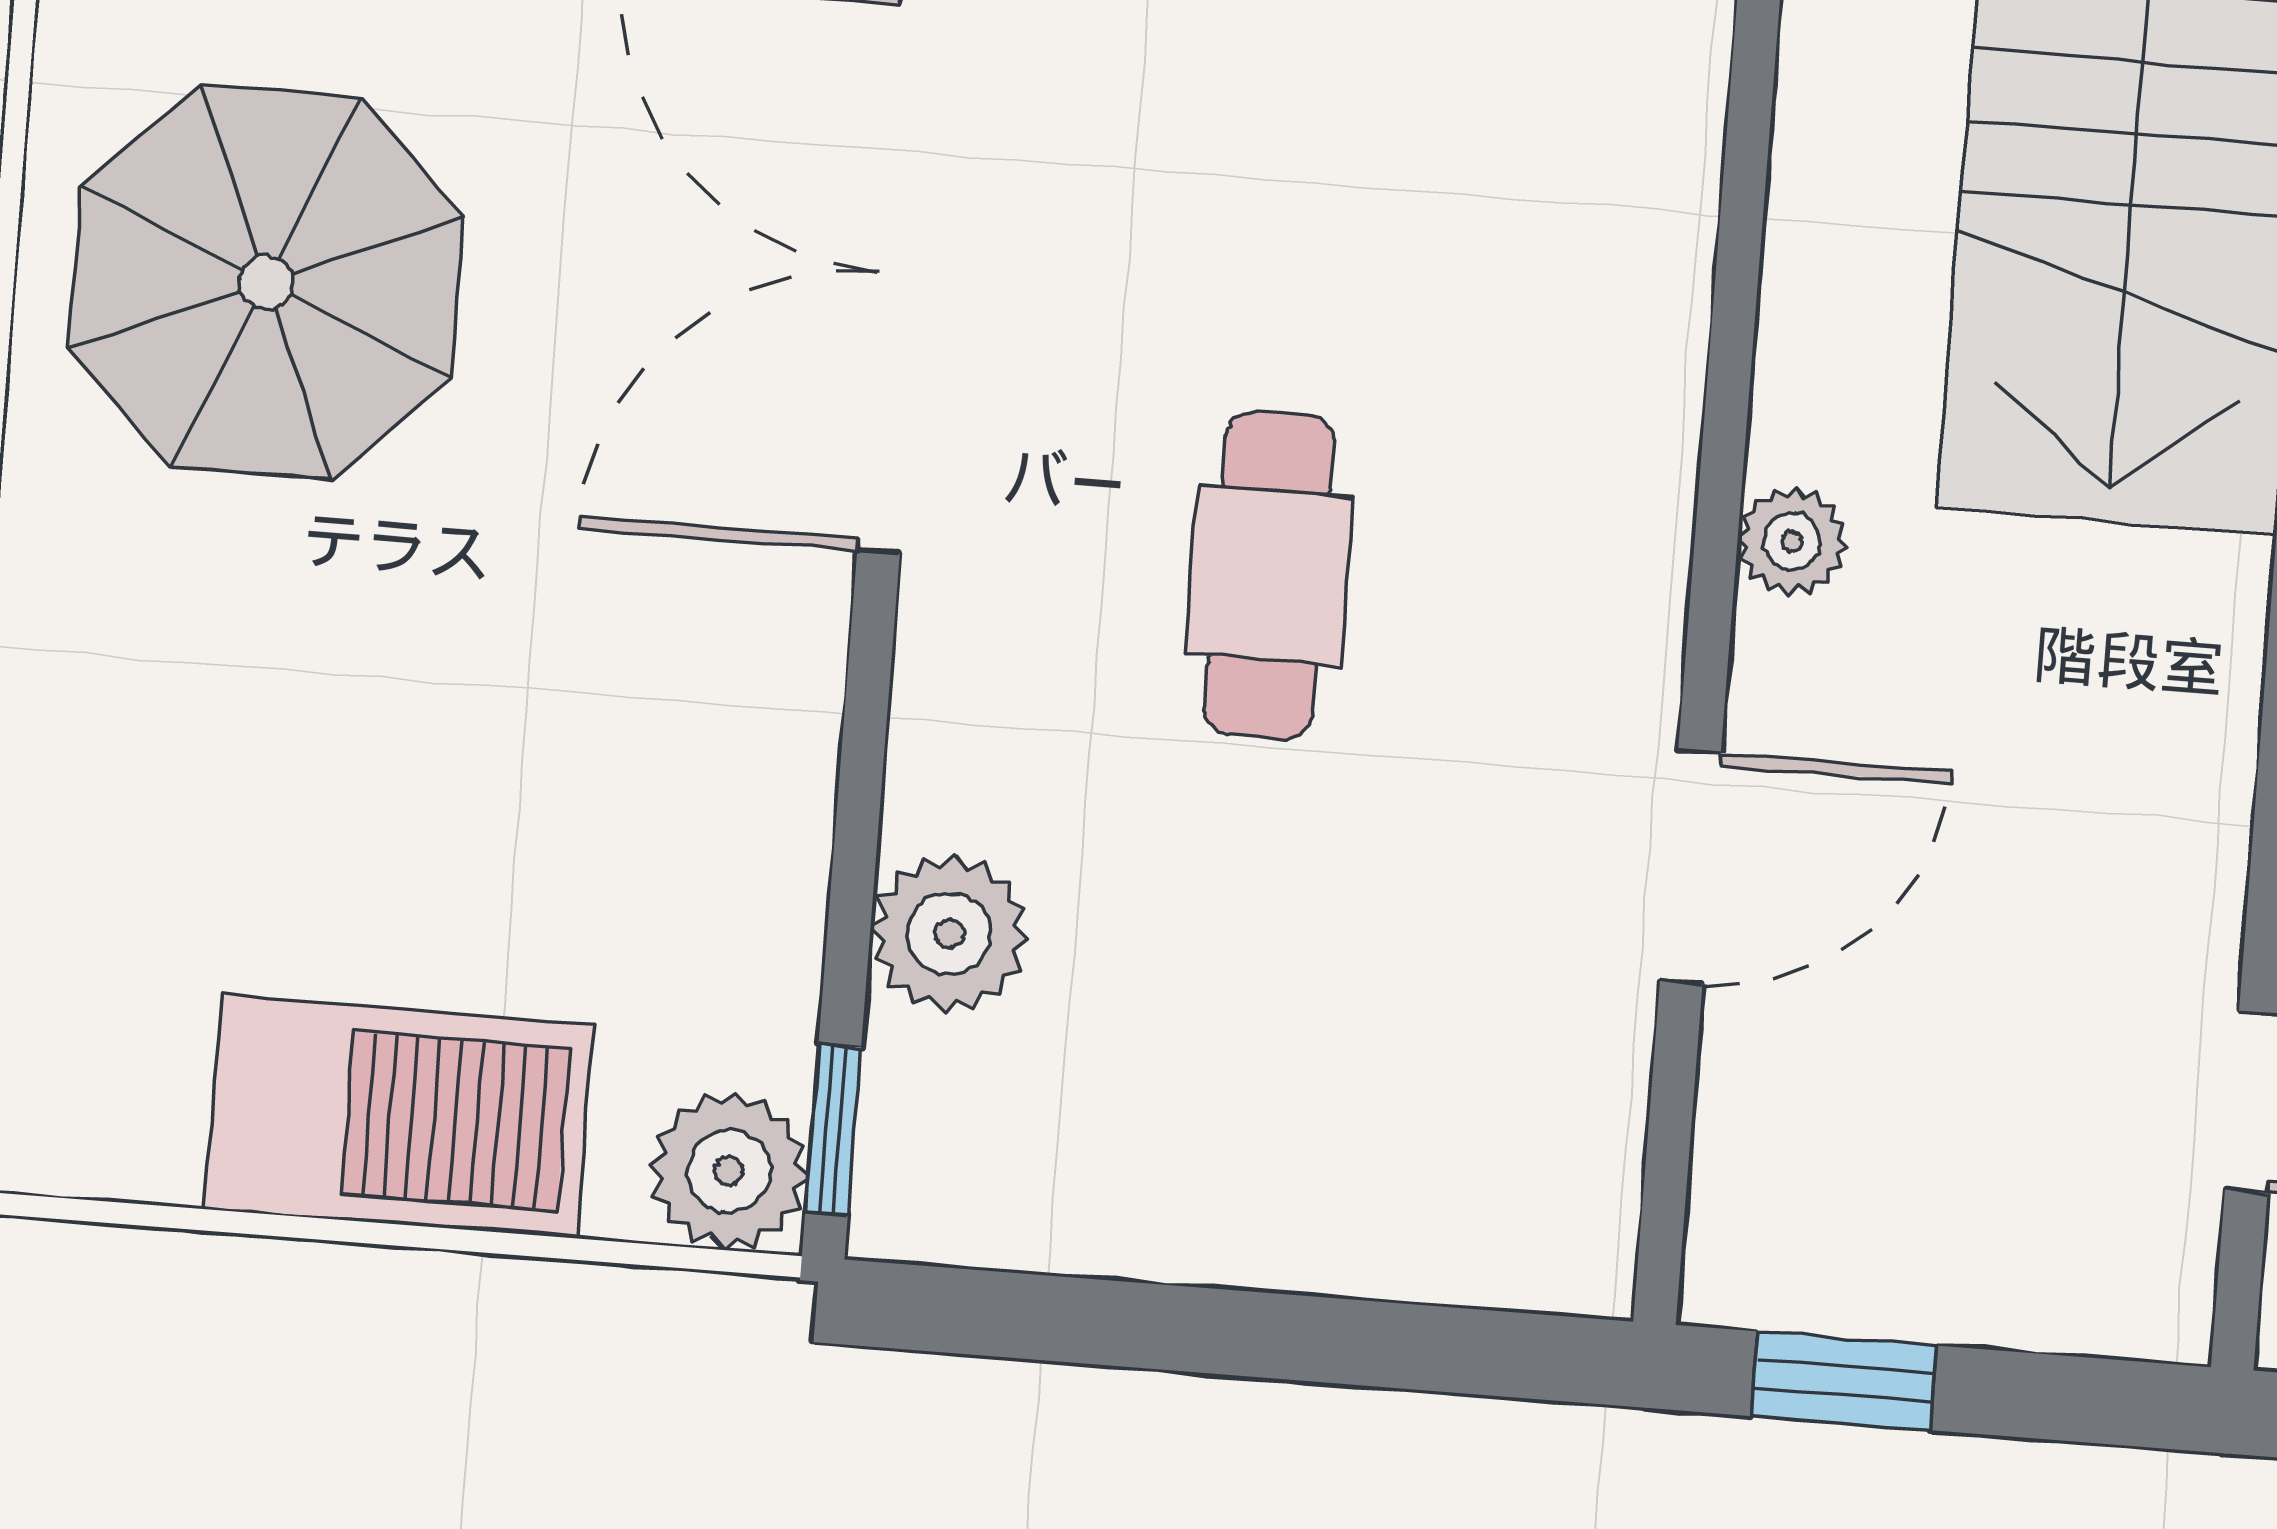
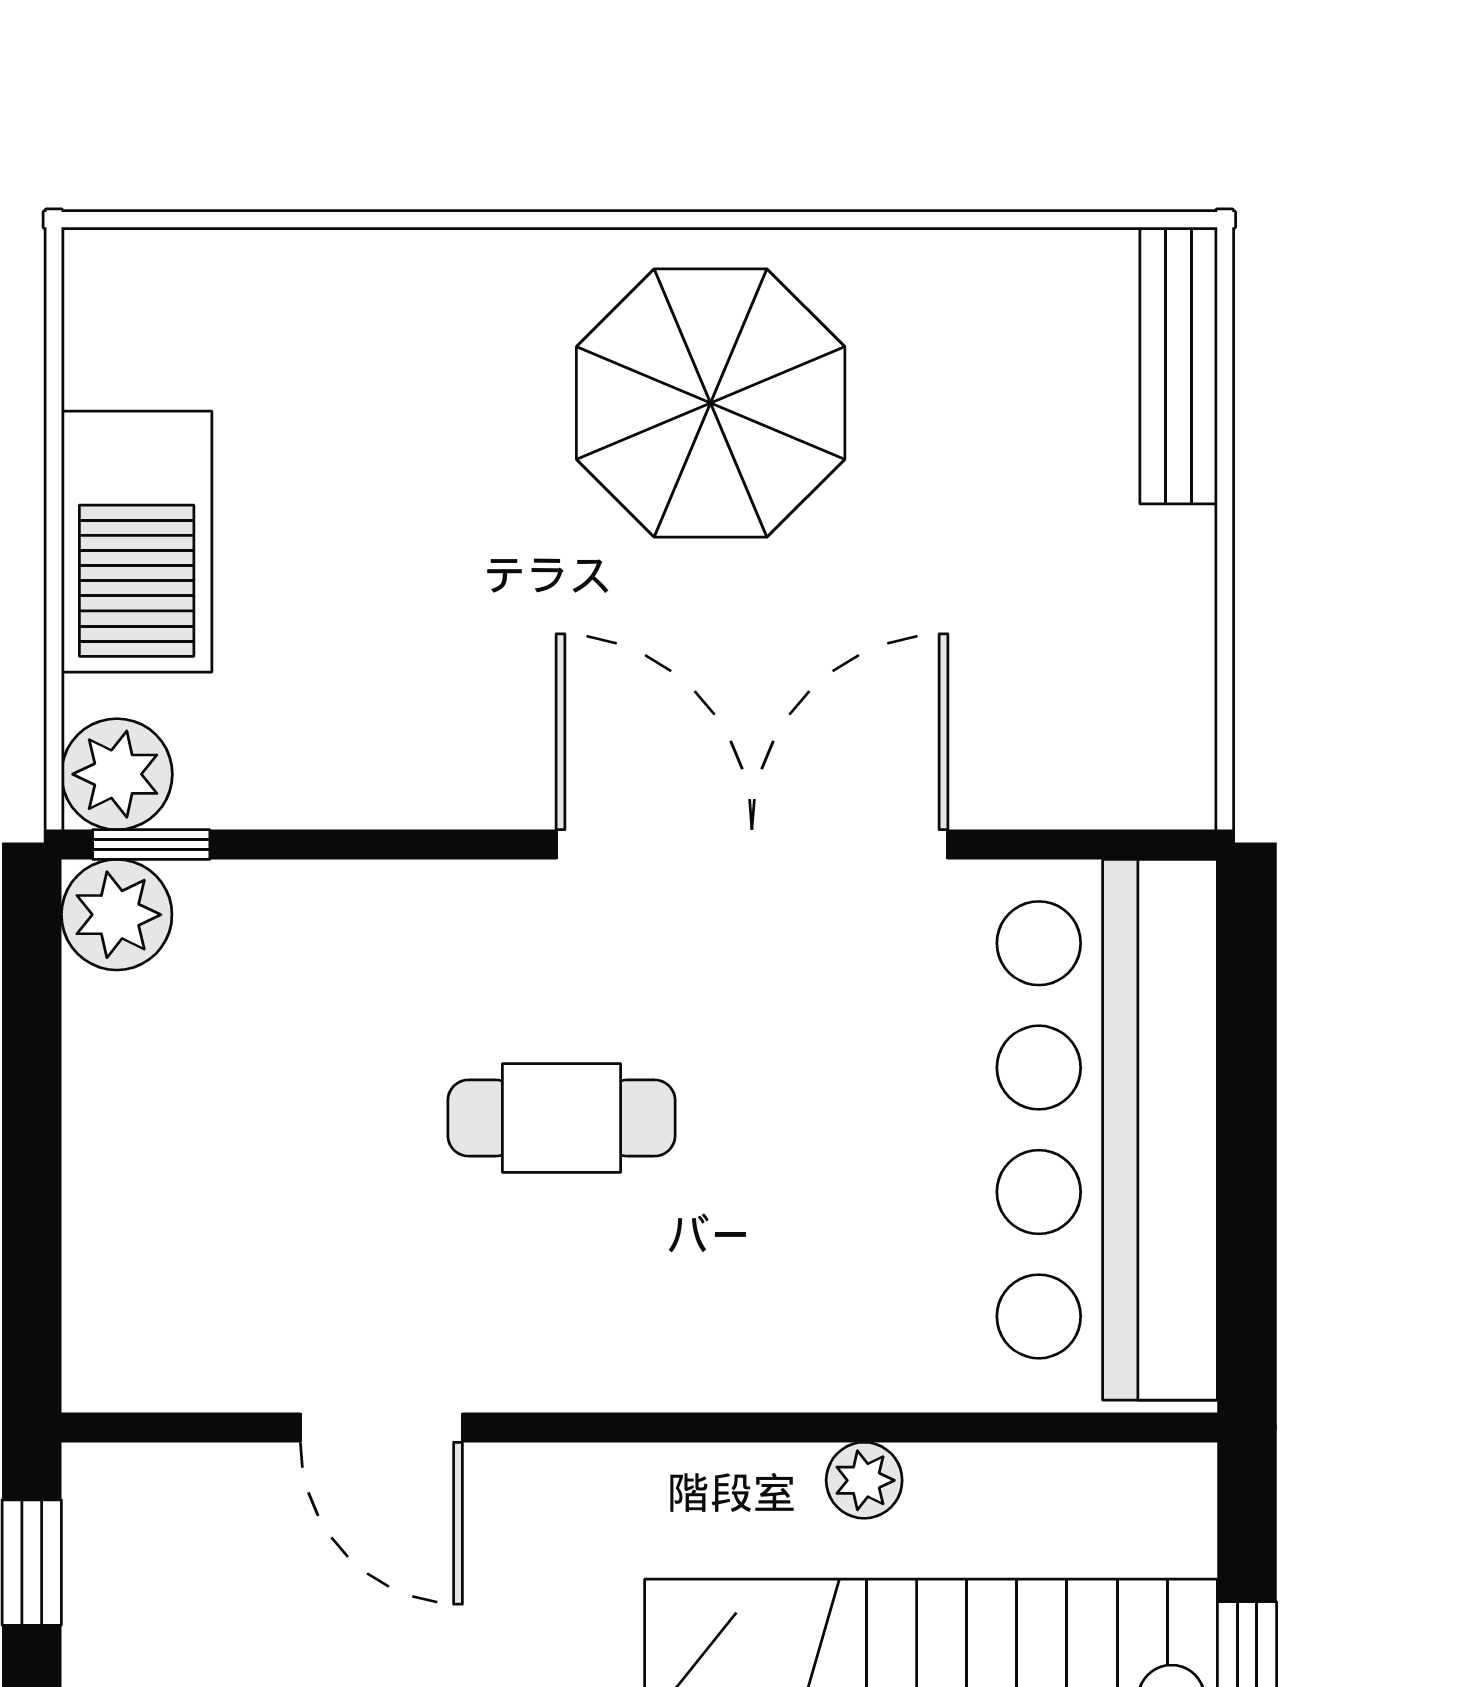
plant: (1792, 542) -> (864, 1480), moved
plant: (949, 934) -> (117, 915), moved

